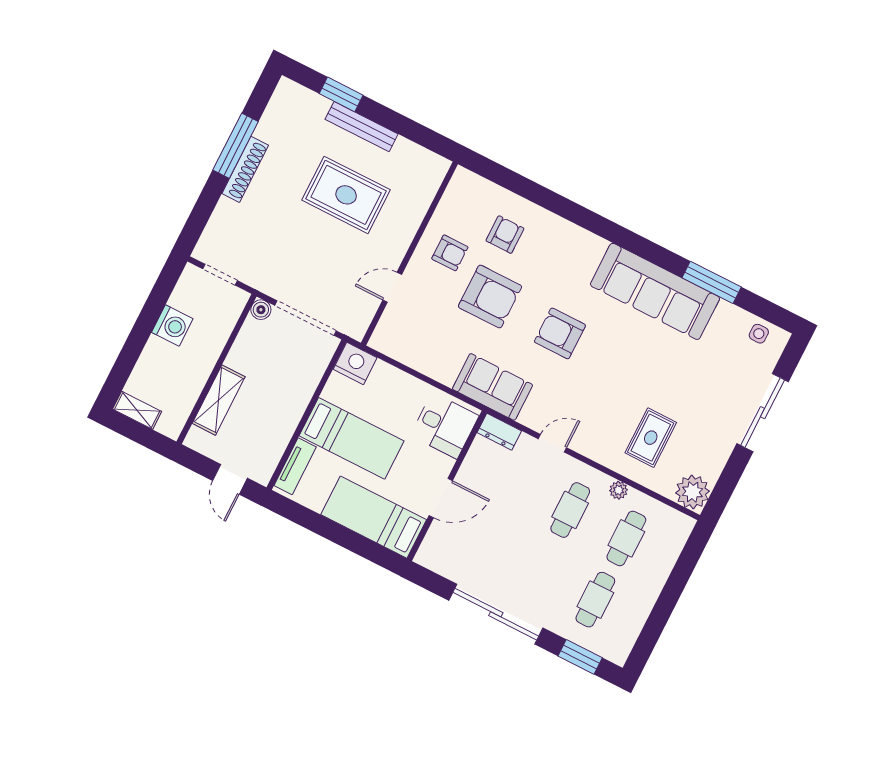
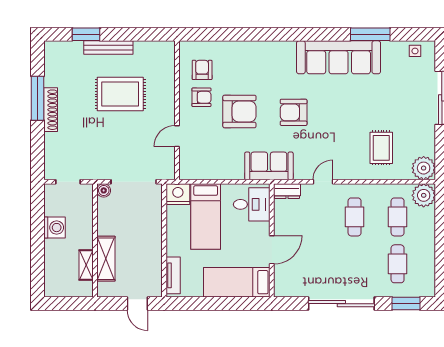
armchair: (505, 235) -> (202, 70), moved
shelving: (137, 410) -> (86, 265), moved, turned 90
bed: (352, 438) -> (206, 217), moved, turned 90
plant: (618, 490) -> (424, 195), moved, width x1.88, depth x1.88

